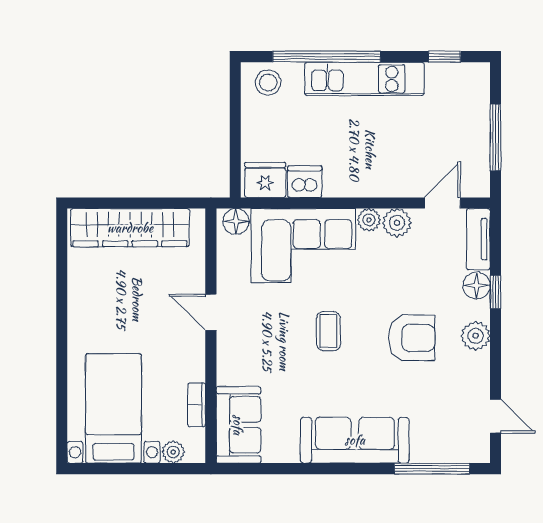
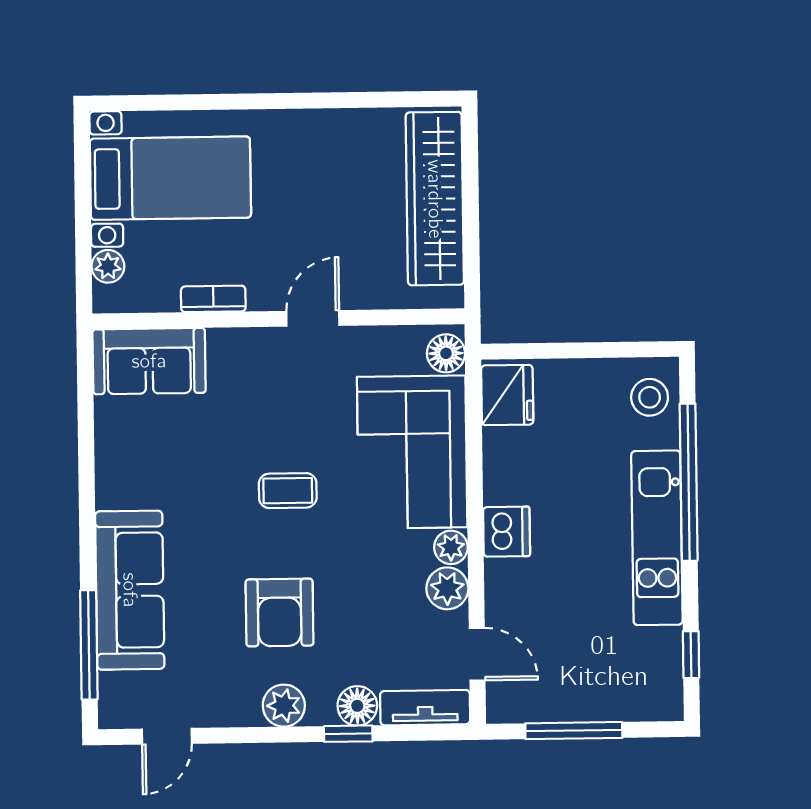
dishwasher: (305, 182) -> (507, 532), moved
bookcase: (197, 405) -> (213, 299), moved
sofa: (355, 440) -> (130, 590), moved

